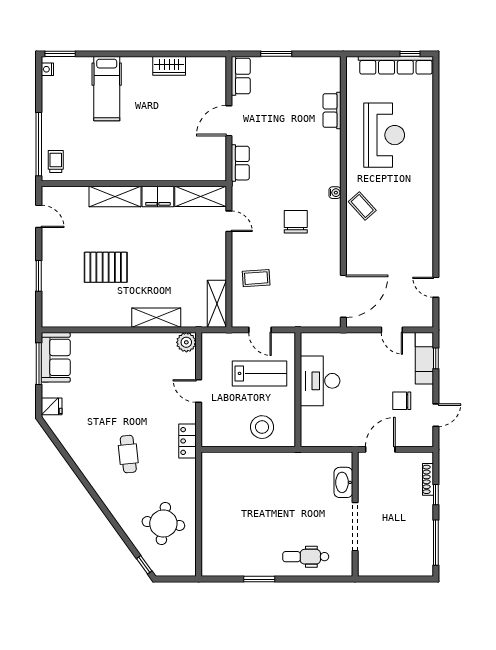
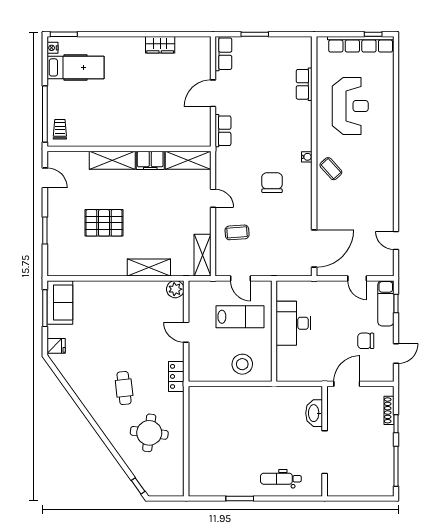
hospital bed: (107, 89) -> (76, 67), moved, turned -90
door: (229, 221) -> (213, 198), moved
round table: (163, 524) -> (149, 433), moved

